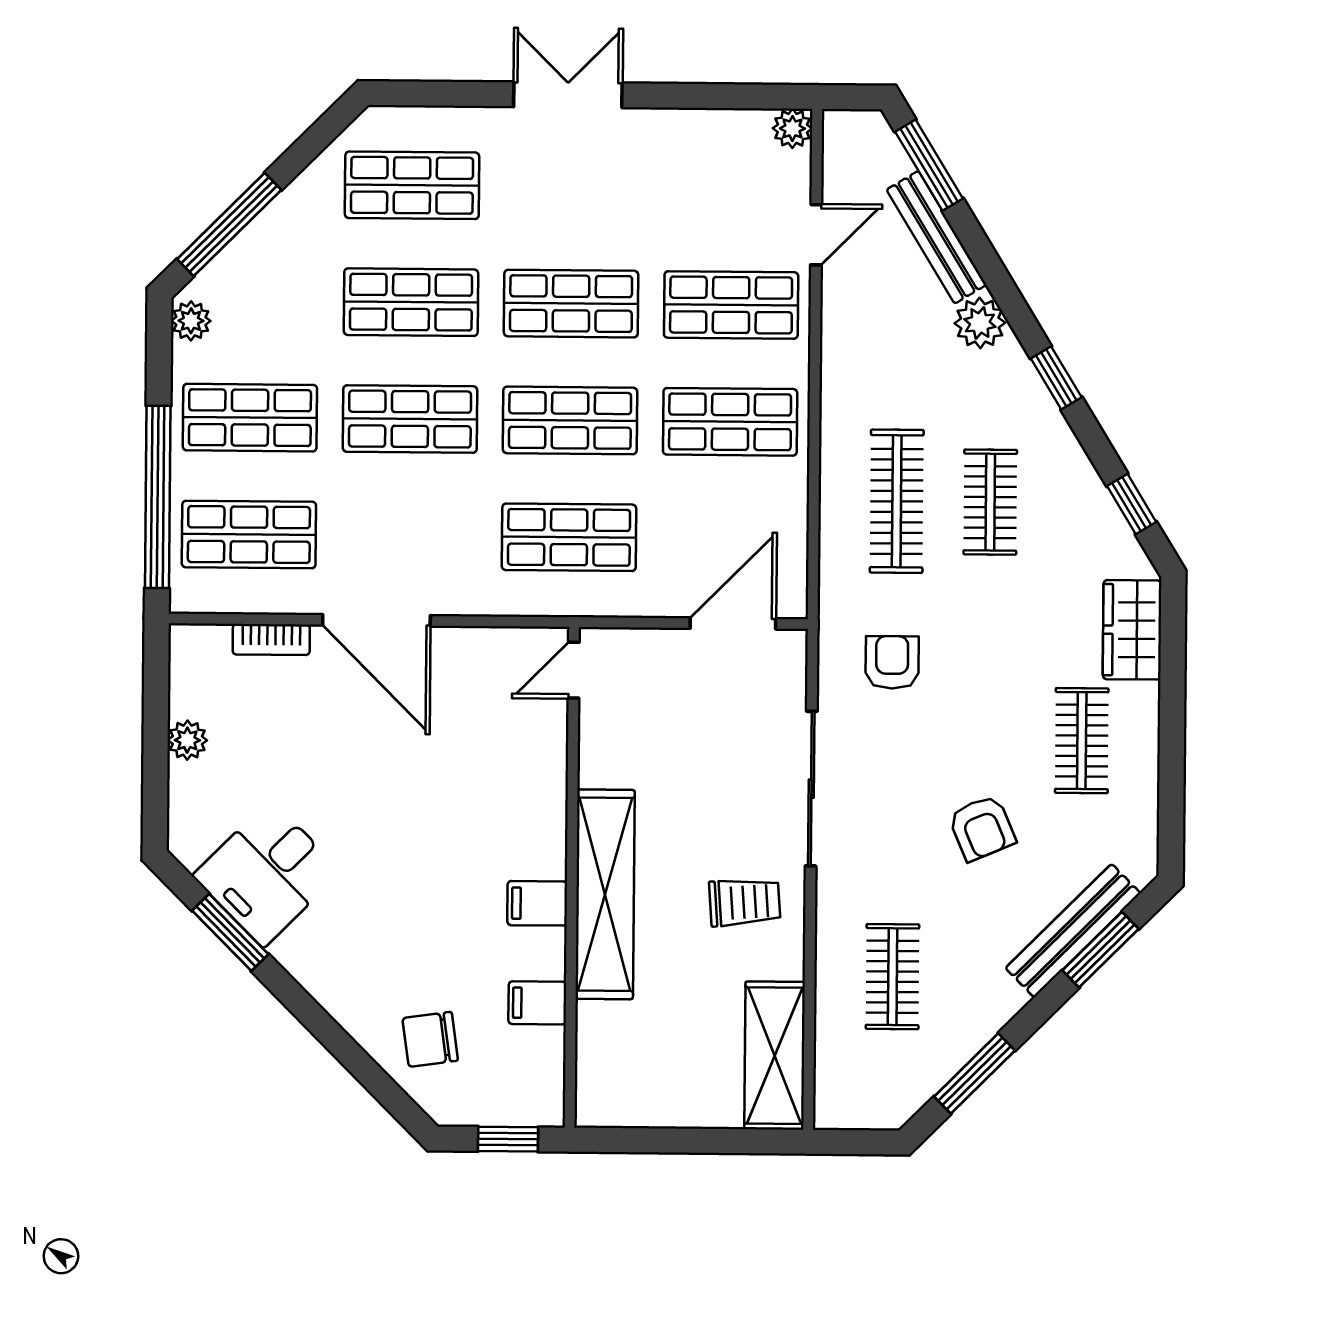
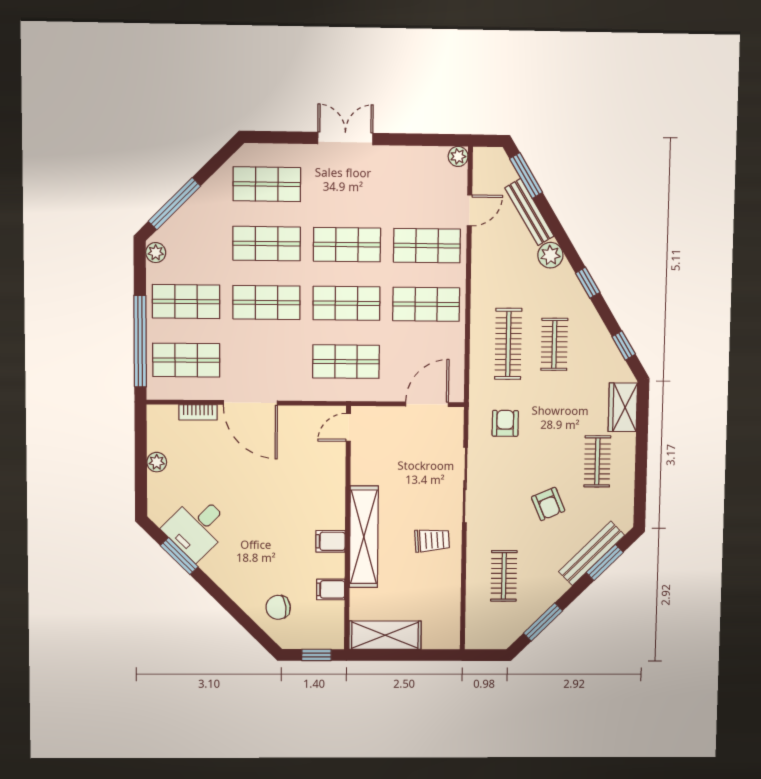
shelving: (775, 1056) -> (385, 635), moved, turned 90

